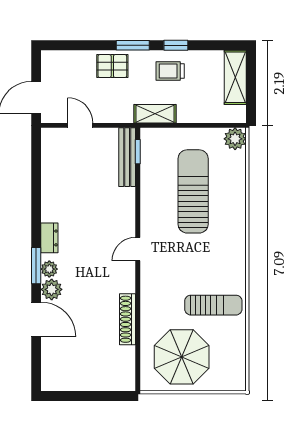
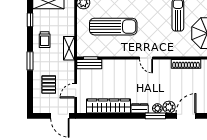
window: (176, 45) -> (30, 20), moved
pallet: (112, 66) -> (49, 85), moved
bench: (127, 157) -> (89, 64), width x0.73
wardrobe: (53, 183) -> (108, 106), added
sun lounger: (193, 191) -> (113, 27), turned 180

